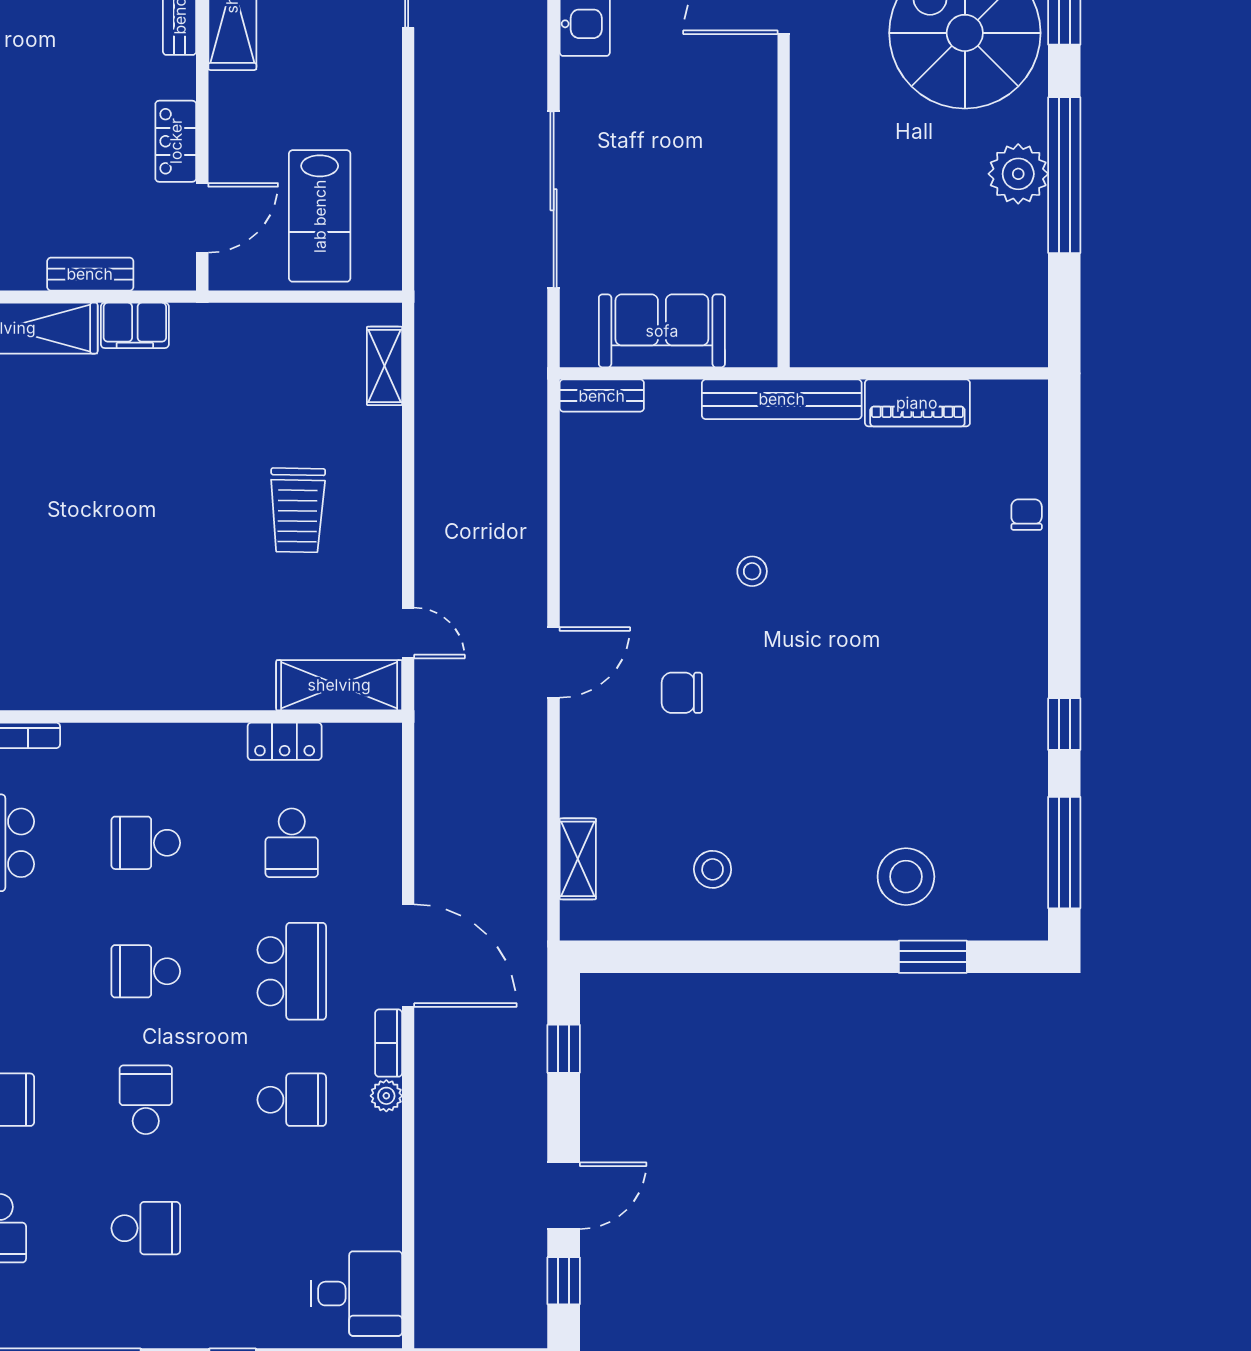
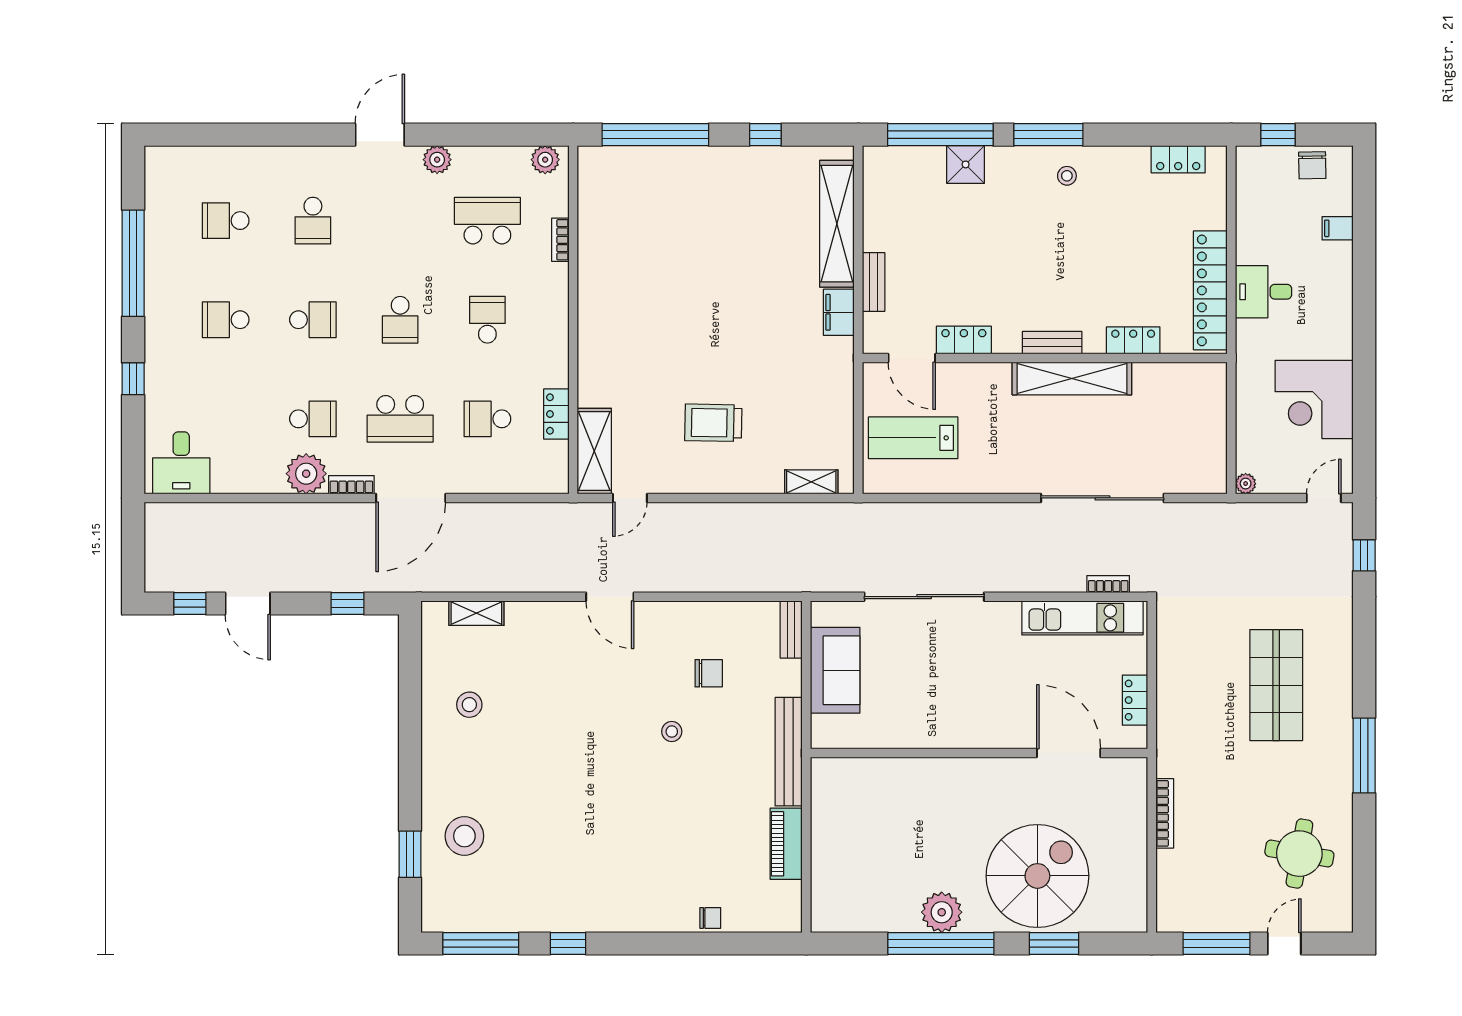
chair: (682, 693) -> (709, 673), moved, turned 90
school desk: (146, 971) -> (400, 320), turned 180
plant: (386, 1096) -> (306, 474), width x1.88, depth x1.88
school desk: (292, 1100) -> (313, 419), turned -90
school desk: (146, 1228) -> (226, 320), turned 90

